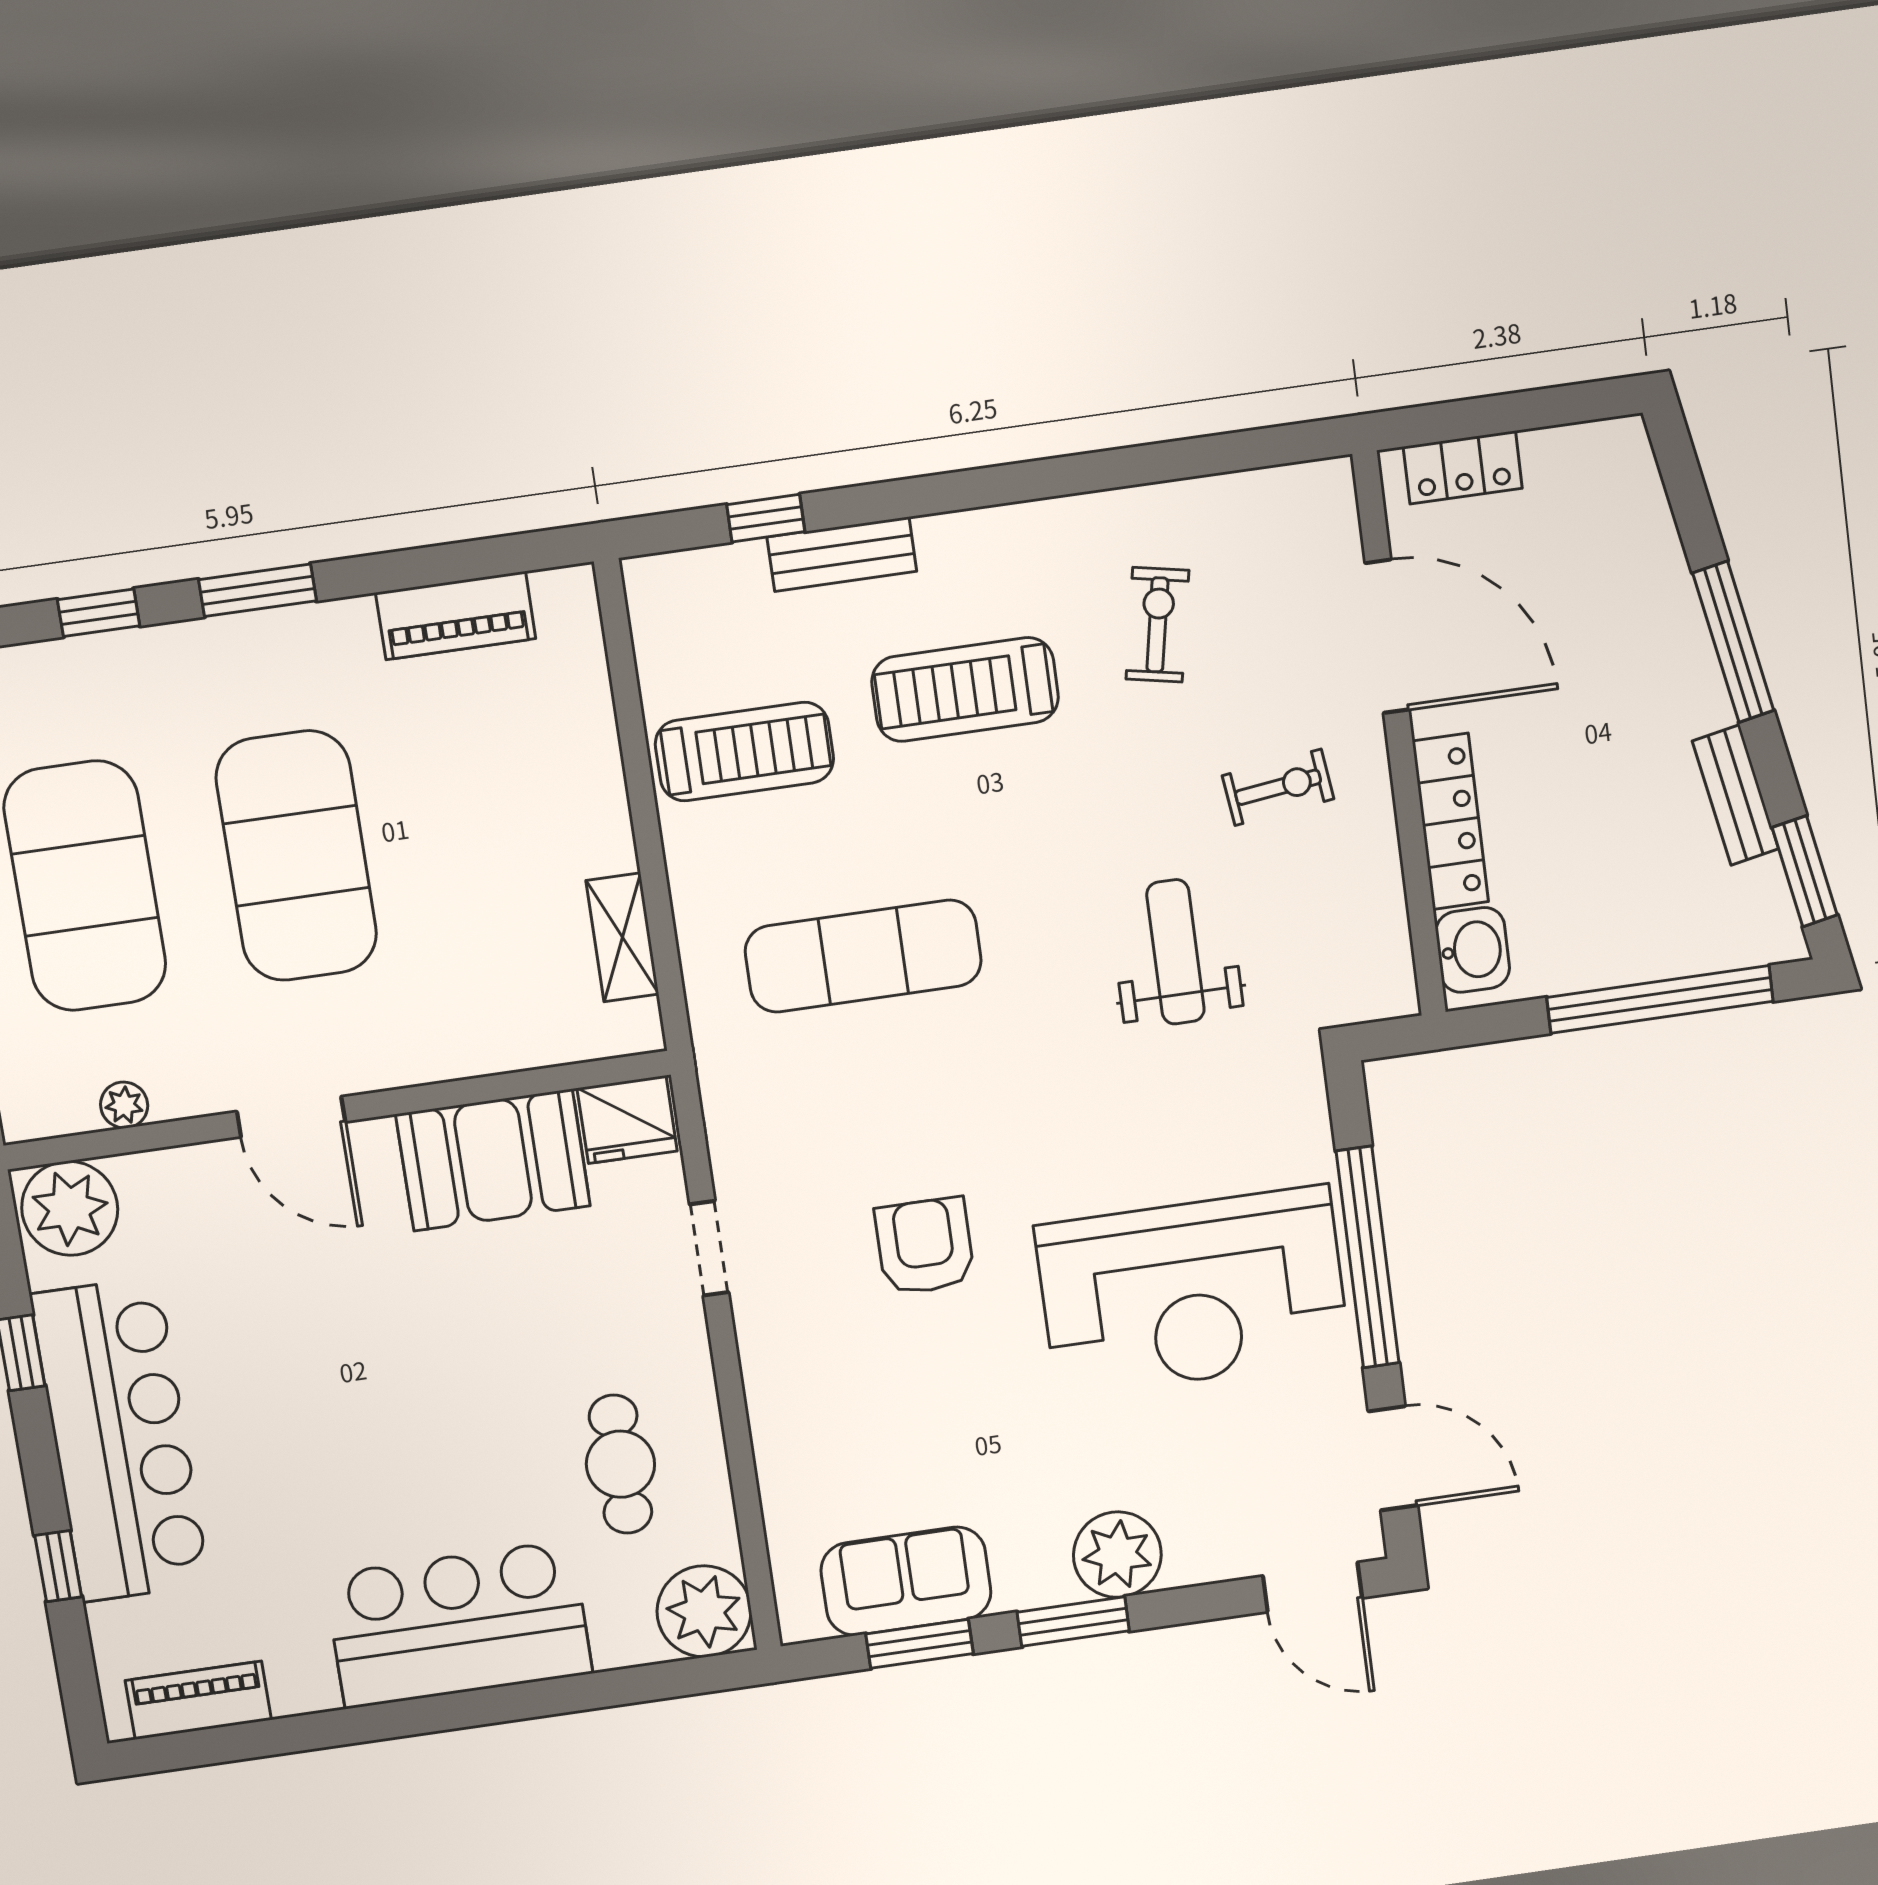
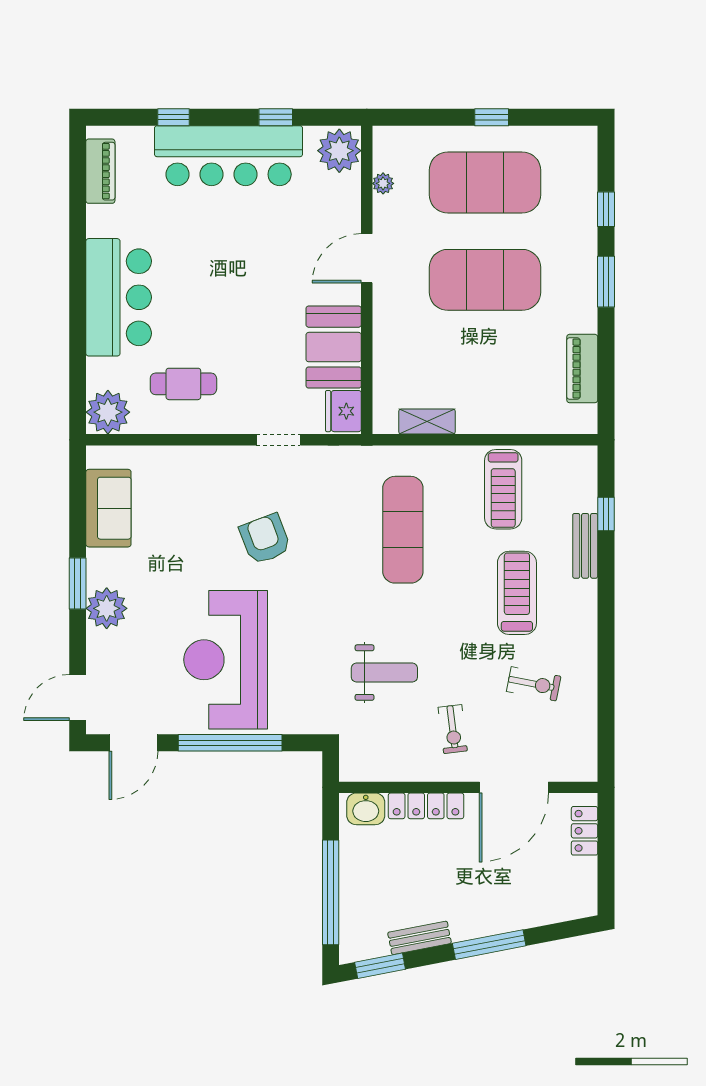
armchair: (925, 1246) -> (265, 539), turned -111
window: (920, 1644) -> (78, 510), removed

